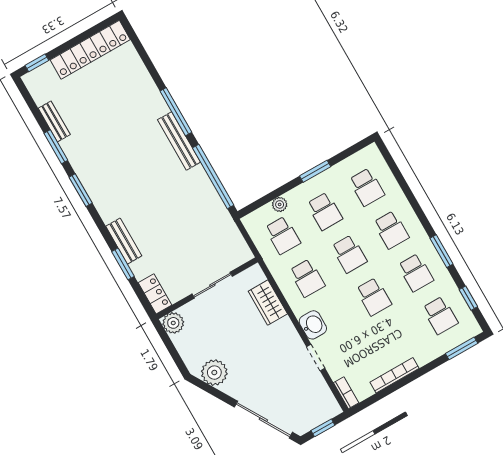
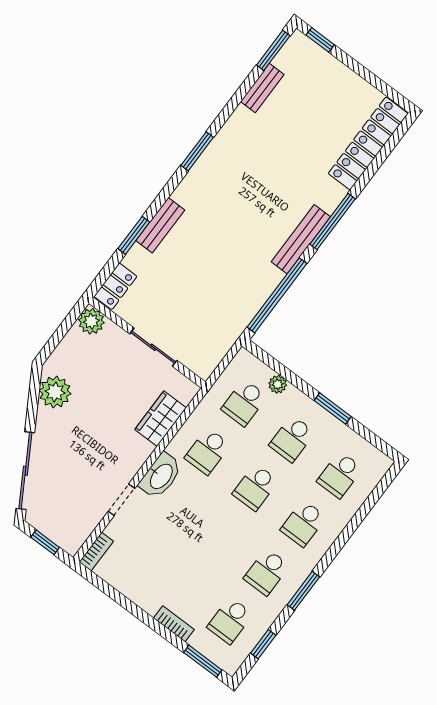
locker: (90, 50) -> (368, 144), moved, turned 90
window: (56, 147) -> (273, 50), moved
school desk: (374, 297) -> (219, 536), removed
washbasin: (313, 325) -> (161, 476), width x1.38
bookcase: (395, 375) -> (174, 624), moved, width x0.64

